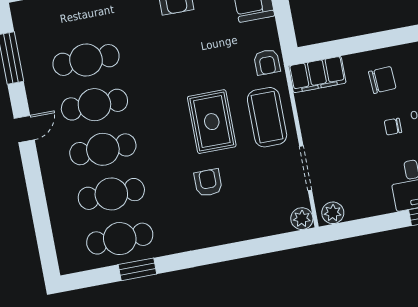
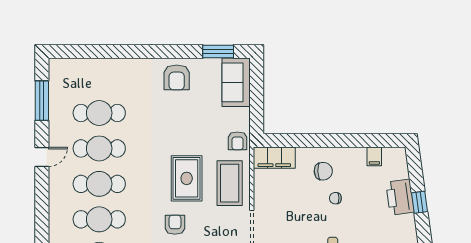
chair: (393, 127) -> (335, 198), moved

